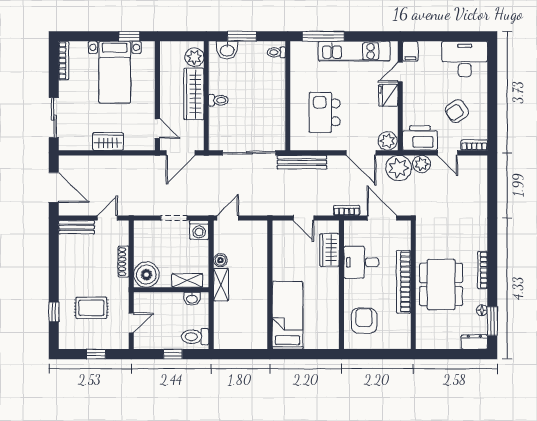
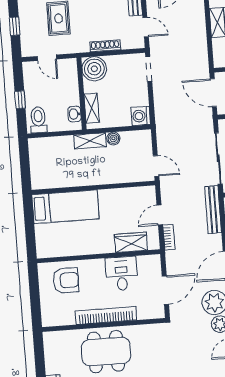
bookcase: (347, 210) -> (169, 237), moved
doorway: (174, 218) -> (149, 69), moved
door: (228, 218) -> (156, 166), moved

